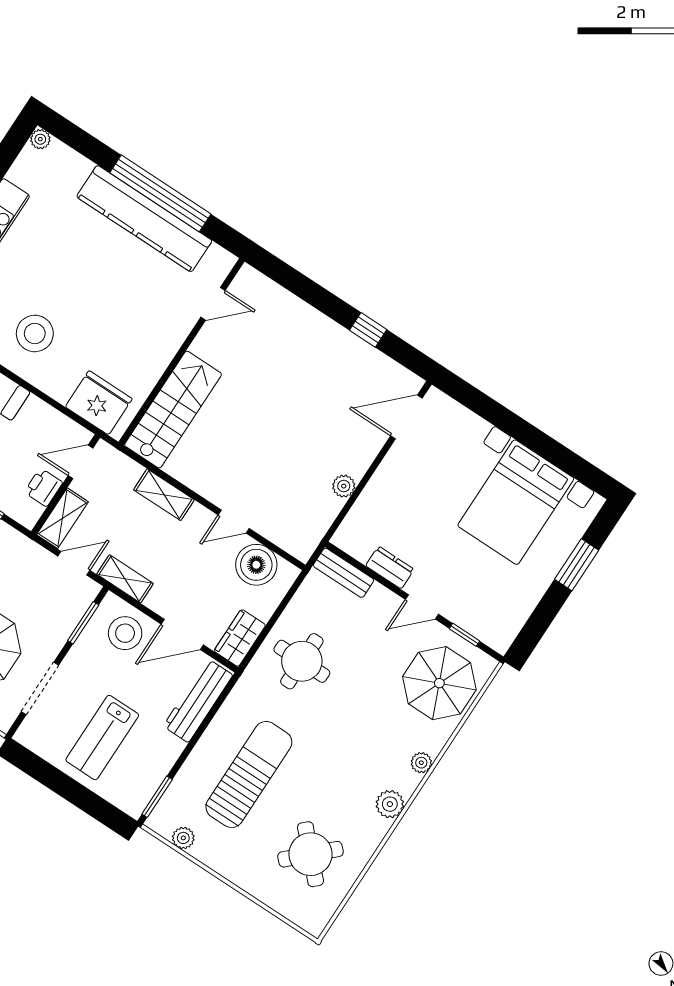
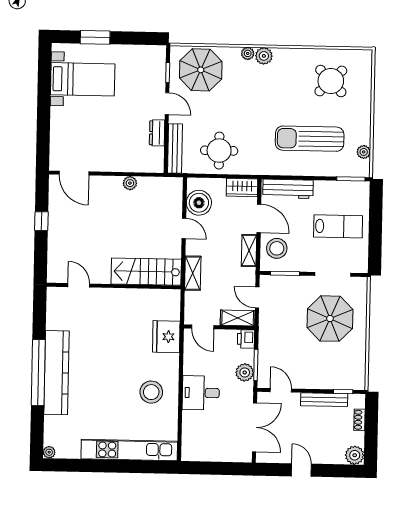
door: (213, 304) -> (79, 285), moved
wall: (182, 352) -> (114, 286), moved
stairs: (173, 410) -> (146, 272), moved
printer: (43, 487) -> (246, 339), moved, turned 90
bed with nightstands: (516, 502) -> (83, 79), width x0.73
bench: (344, 573) -> (175, 149), width x1.36
shelving: (125, 579) -> (249, 251), moved
round table: (302, 661) -> (219, 151), moved
plant: (390, 804) -> (264, 56), moved

